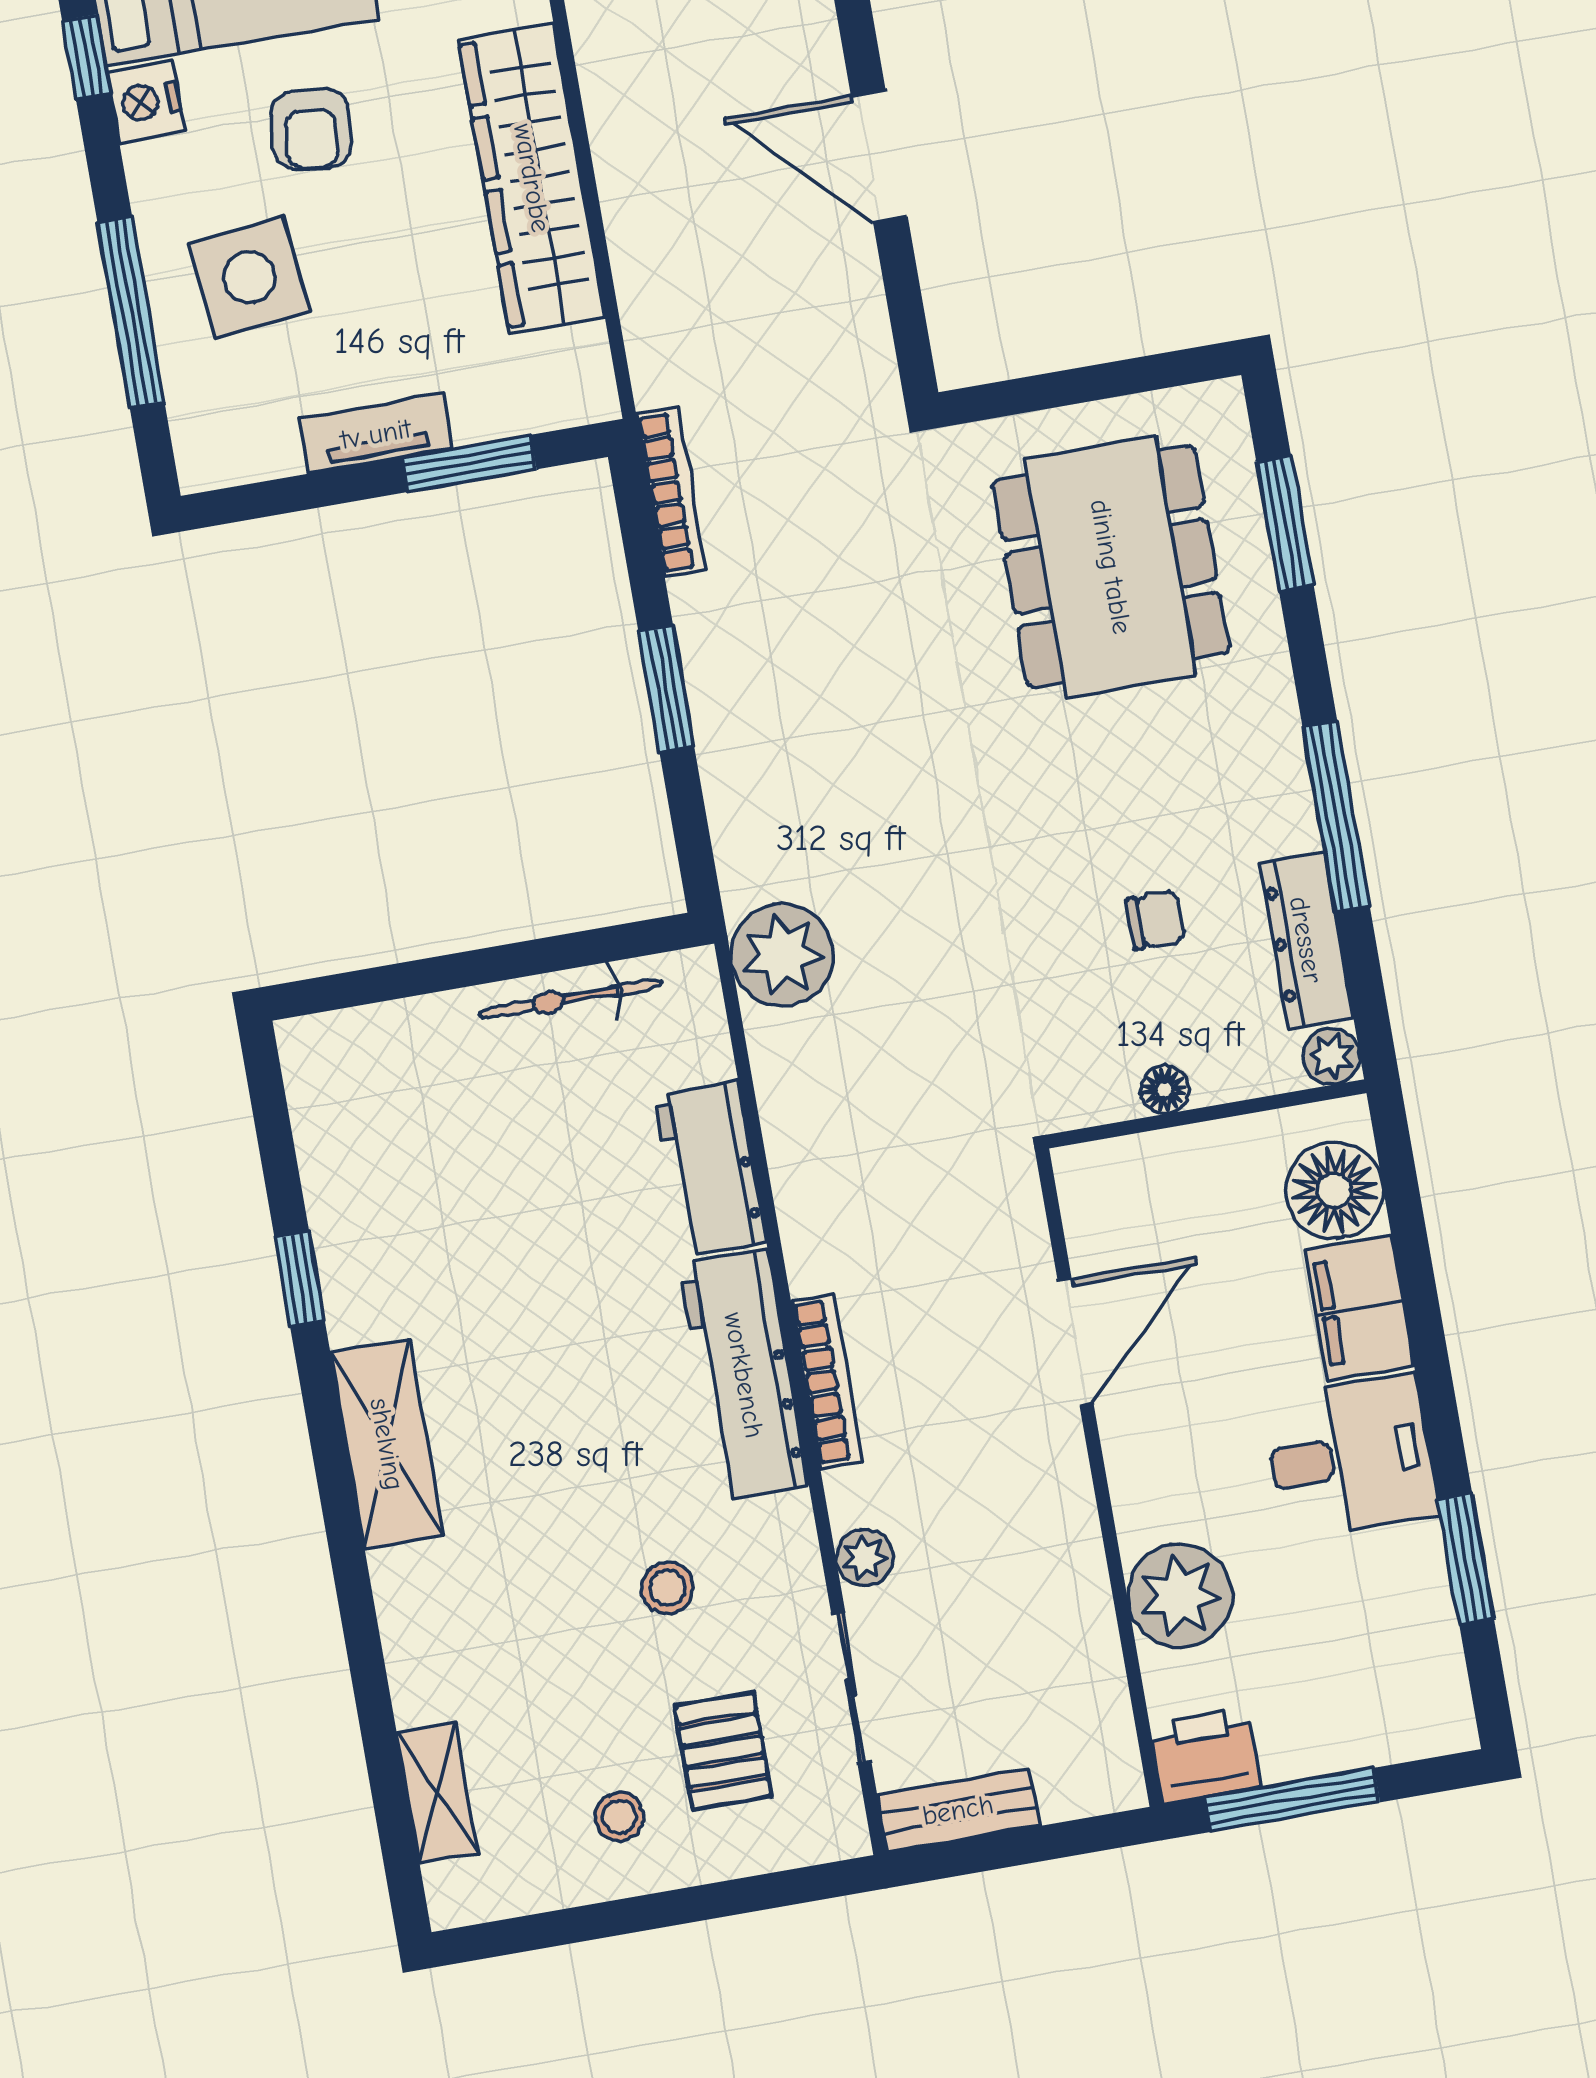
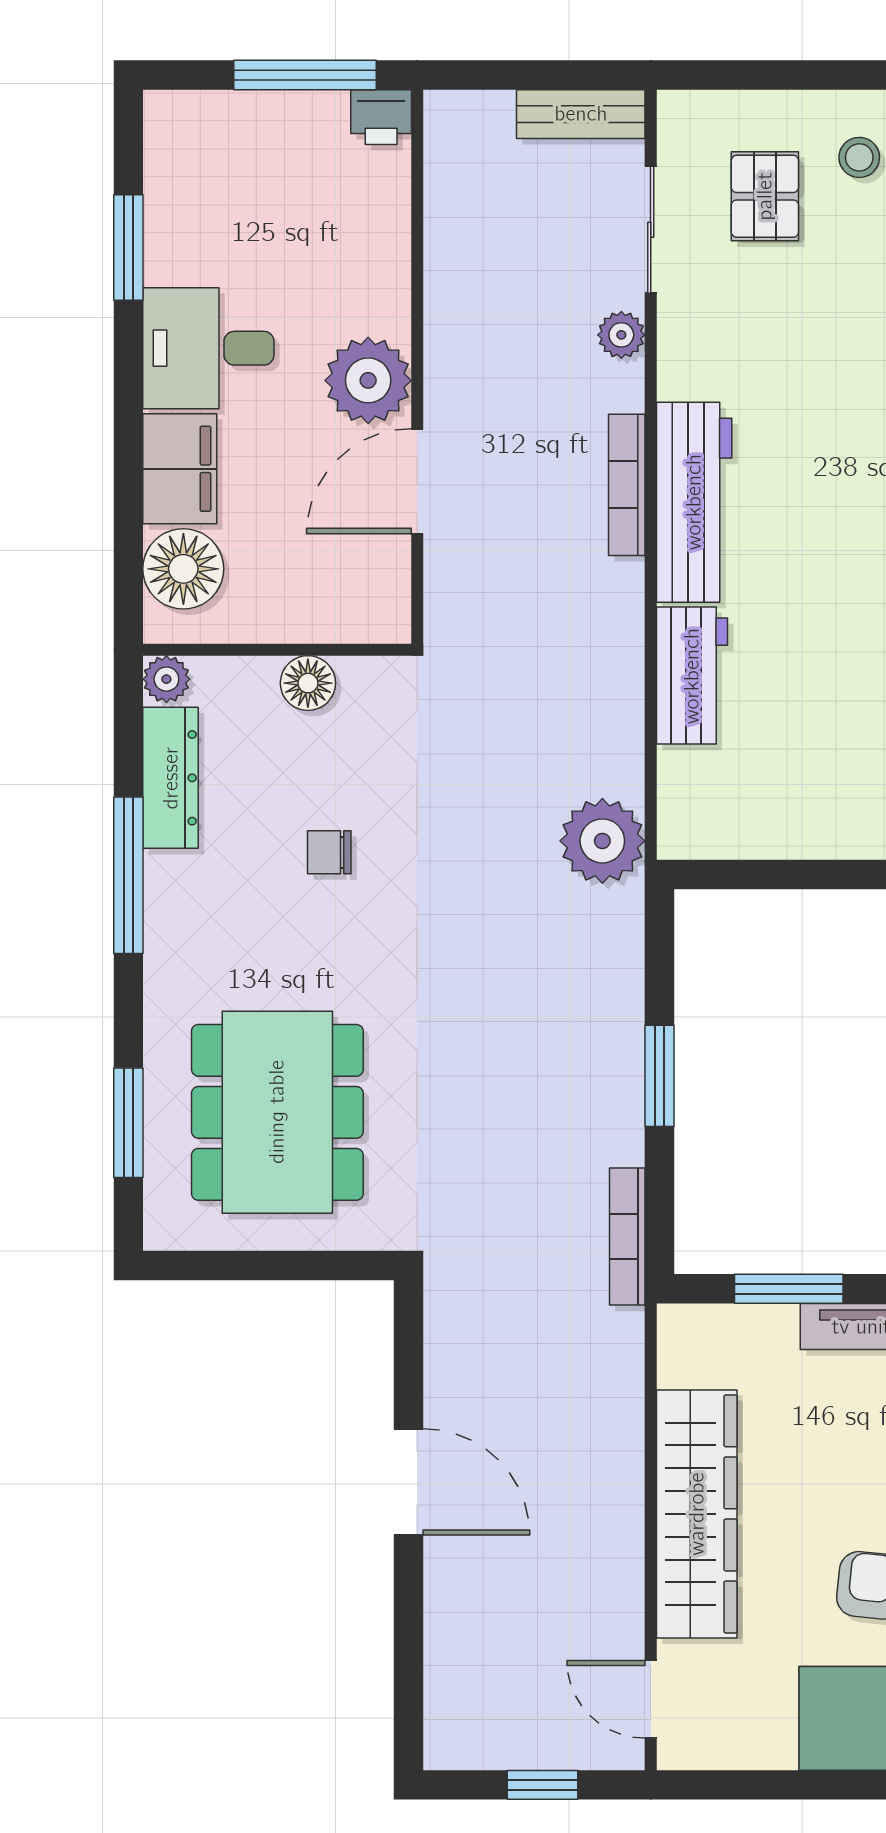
chair: (1156, 920) -> (329, 852), moved
bicycle: (570, 999) -> (782, 835), removed
floor lamp: (1165, 1090) -> (308, 683), width x1.37, depth x1.37
stool: (667, 1588) -> (787, 338), removed
plant: (1180, 1596) -> (368, 380), moved
printer: (1205, 1756) -> (381, 117), width x0.73, depth x0.81

